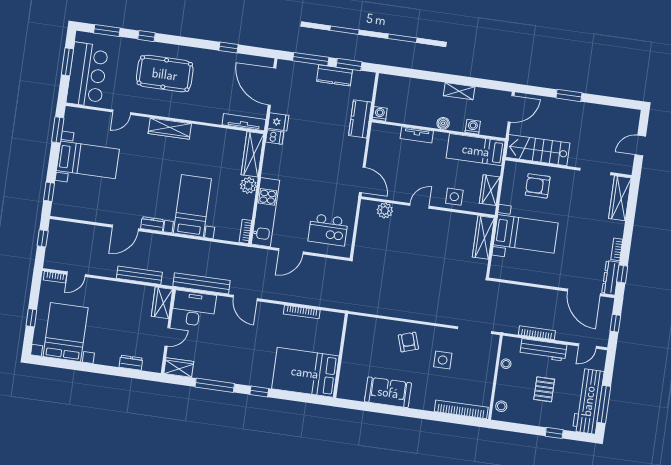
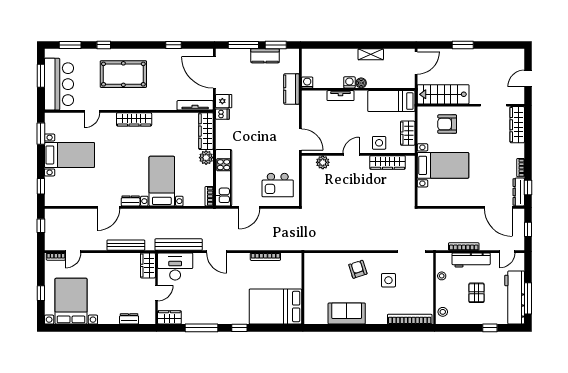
washing machine: (473, 127) -> (349, 82), moved
wardrobe: (483, 237) -> (388, 163), moved, turned -90

